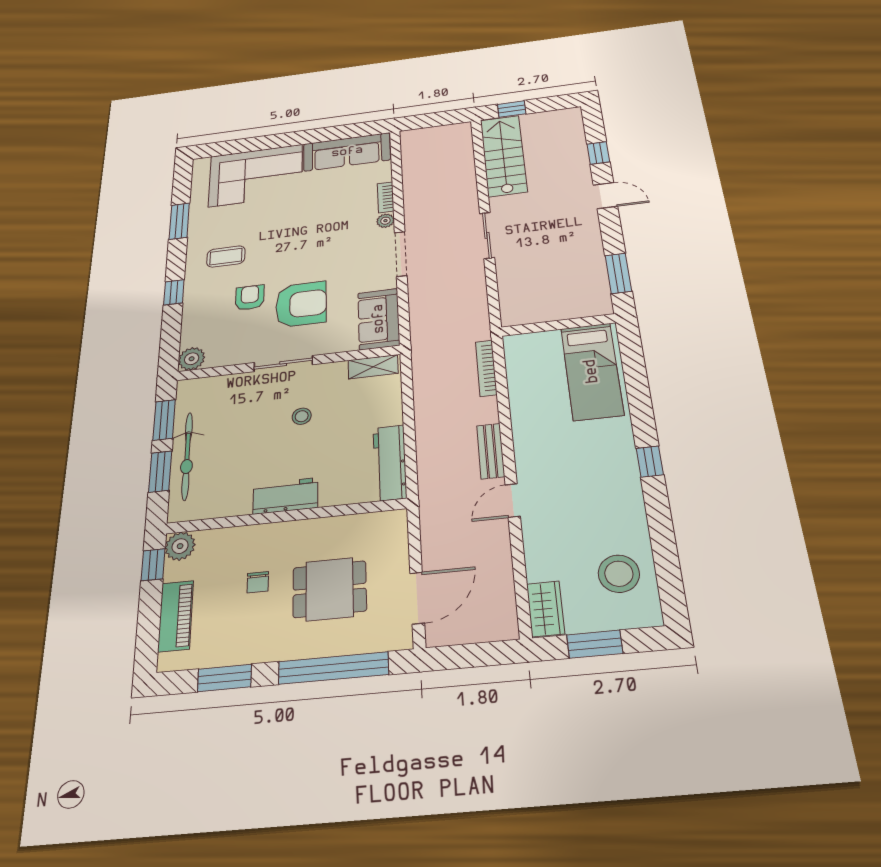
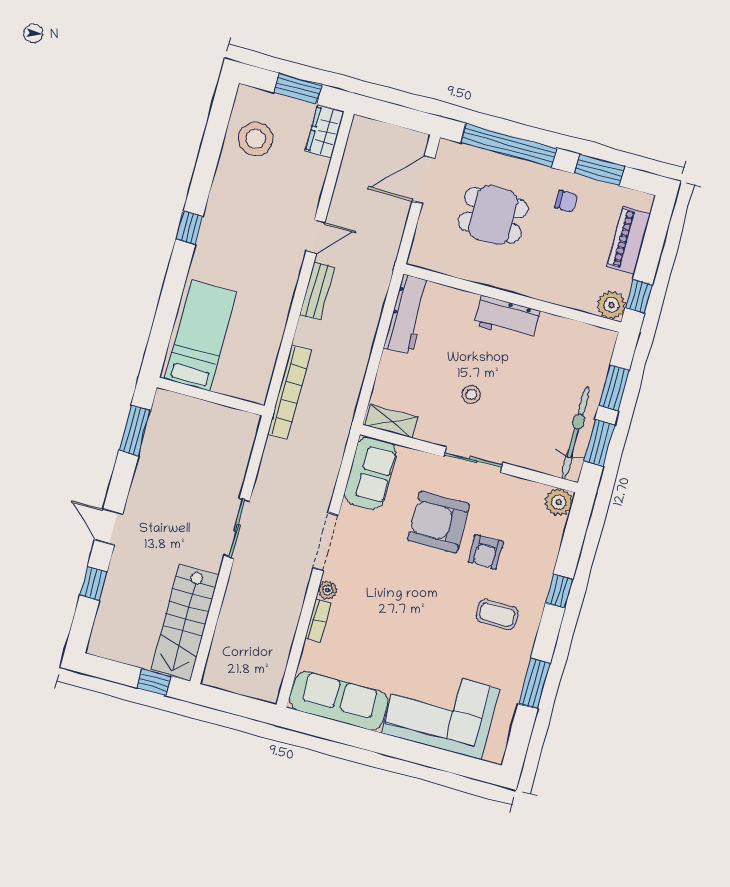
bookcase: (486, 368) -> (289, 392), width x1.48, depth x1.31
bicycle: (187, 456) -> (576, 433), moved
chair: (258, 582) -> (566, 201), moved, turned 90

